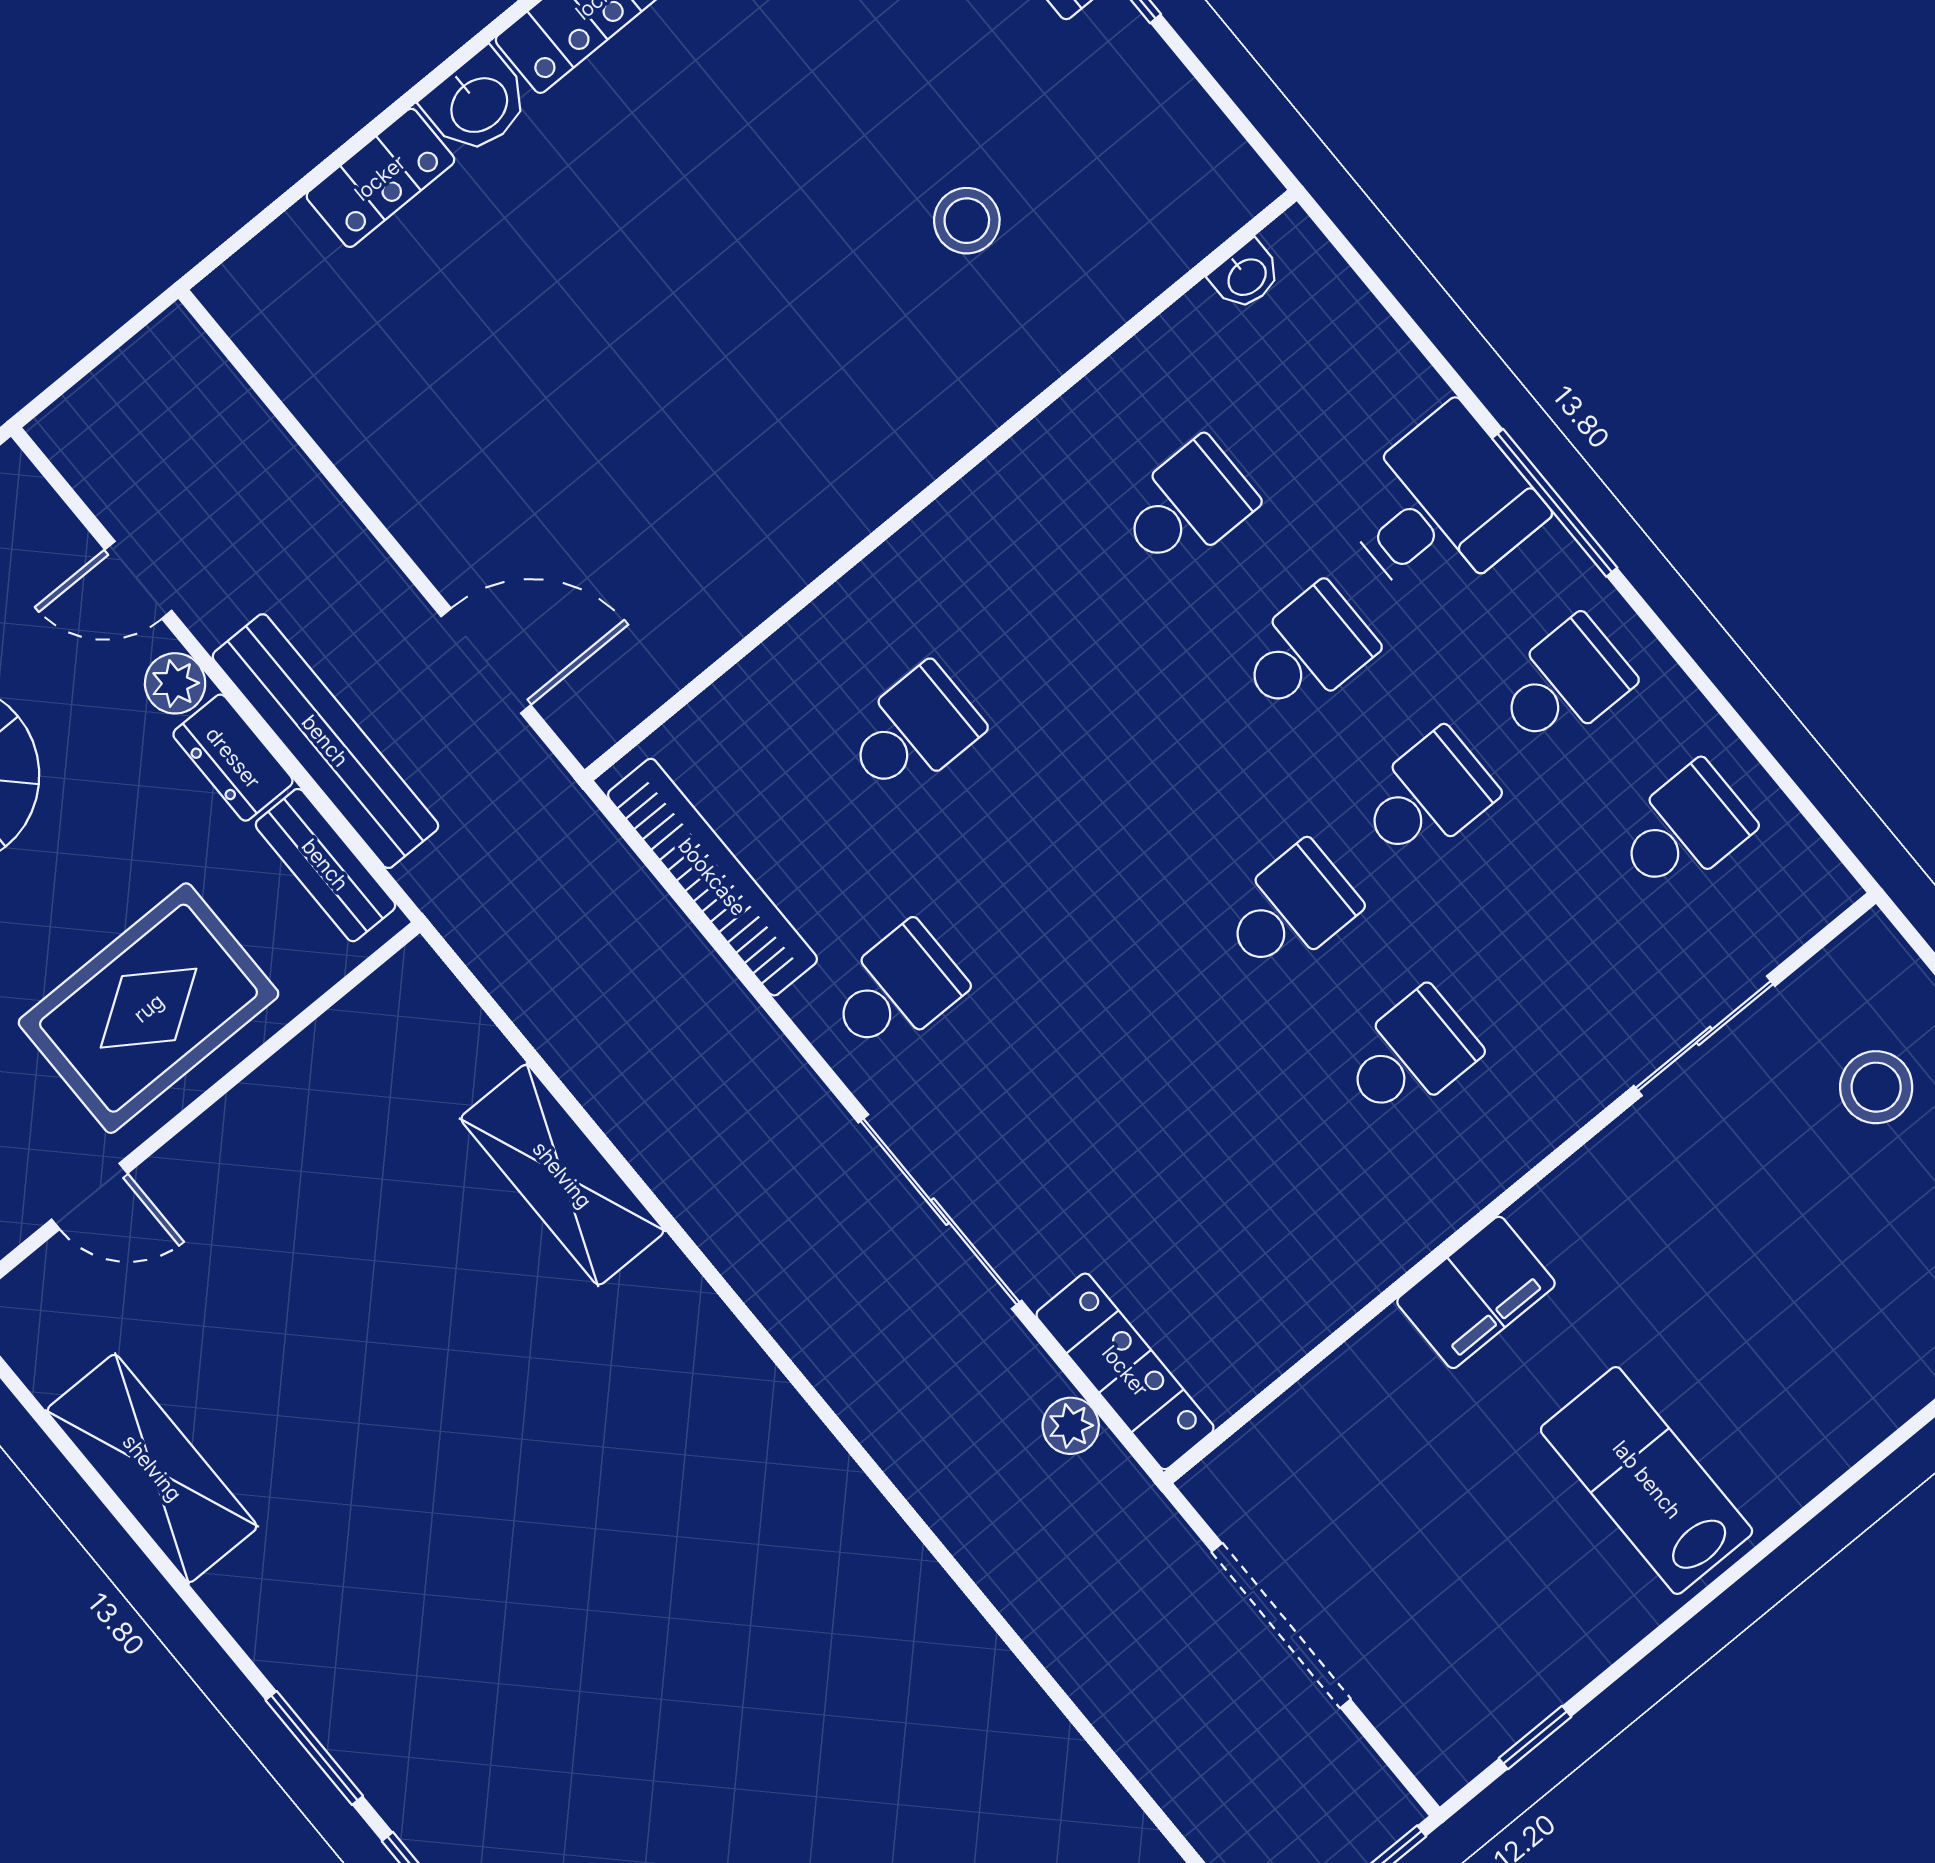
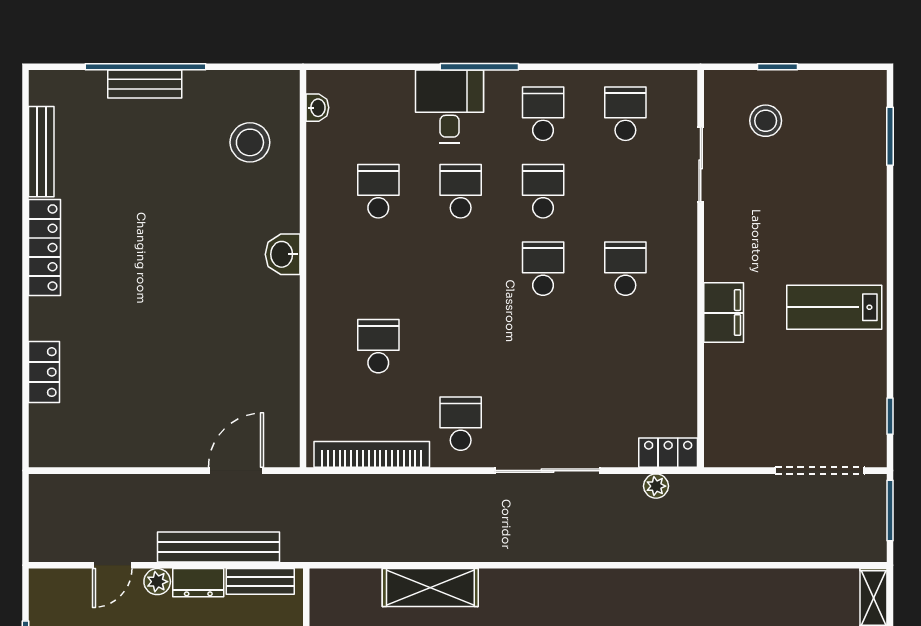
washbasin: (478, 103) -> (283, 254), moved, turned 180
stool: (967, 221) -> (250, 142), moved, width x1.38, depth x1.38
locker: (1125, 1371) -> (668, 453), width x0.66
doorway: (1281, 1626) -> (820, 471), moved

